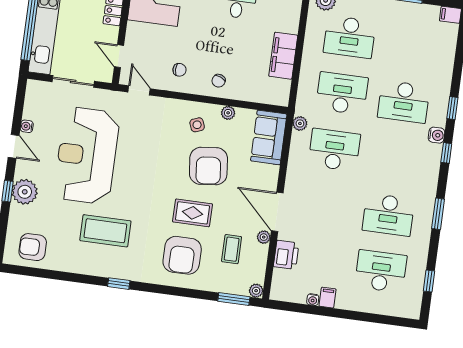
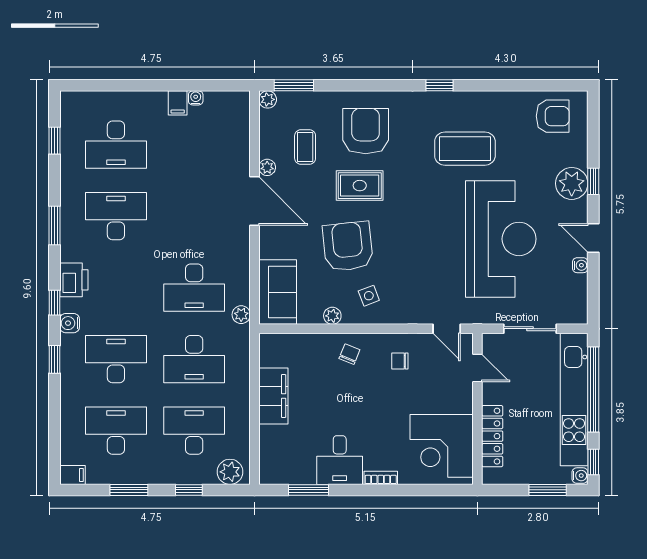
desk: (411, 45) -> (116, 431), added
printer: (286, 255) -> (74, 280), moved, turned 180

